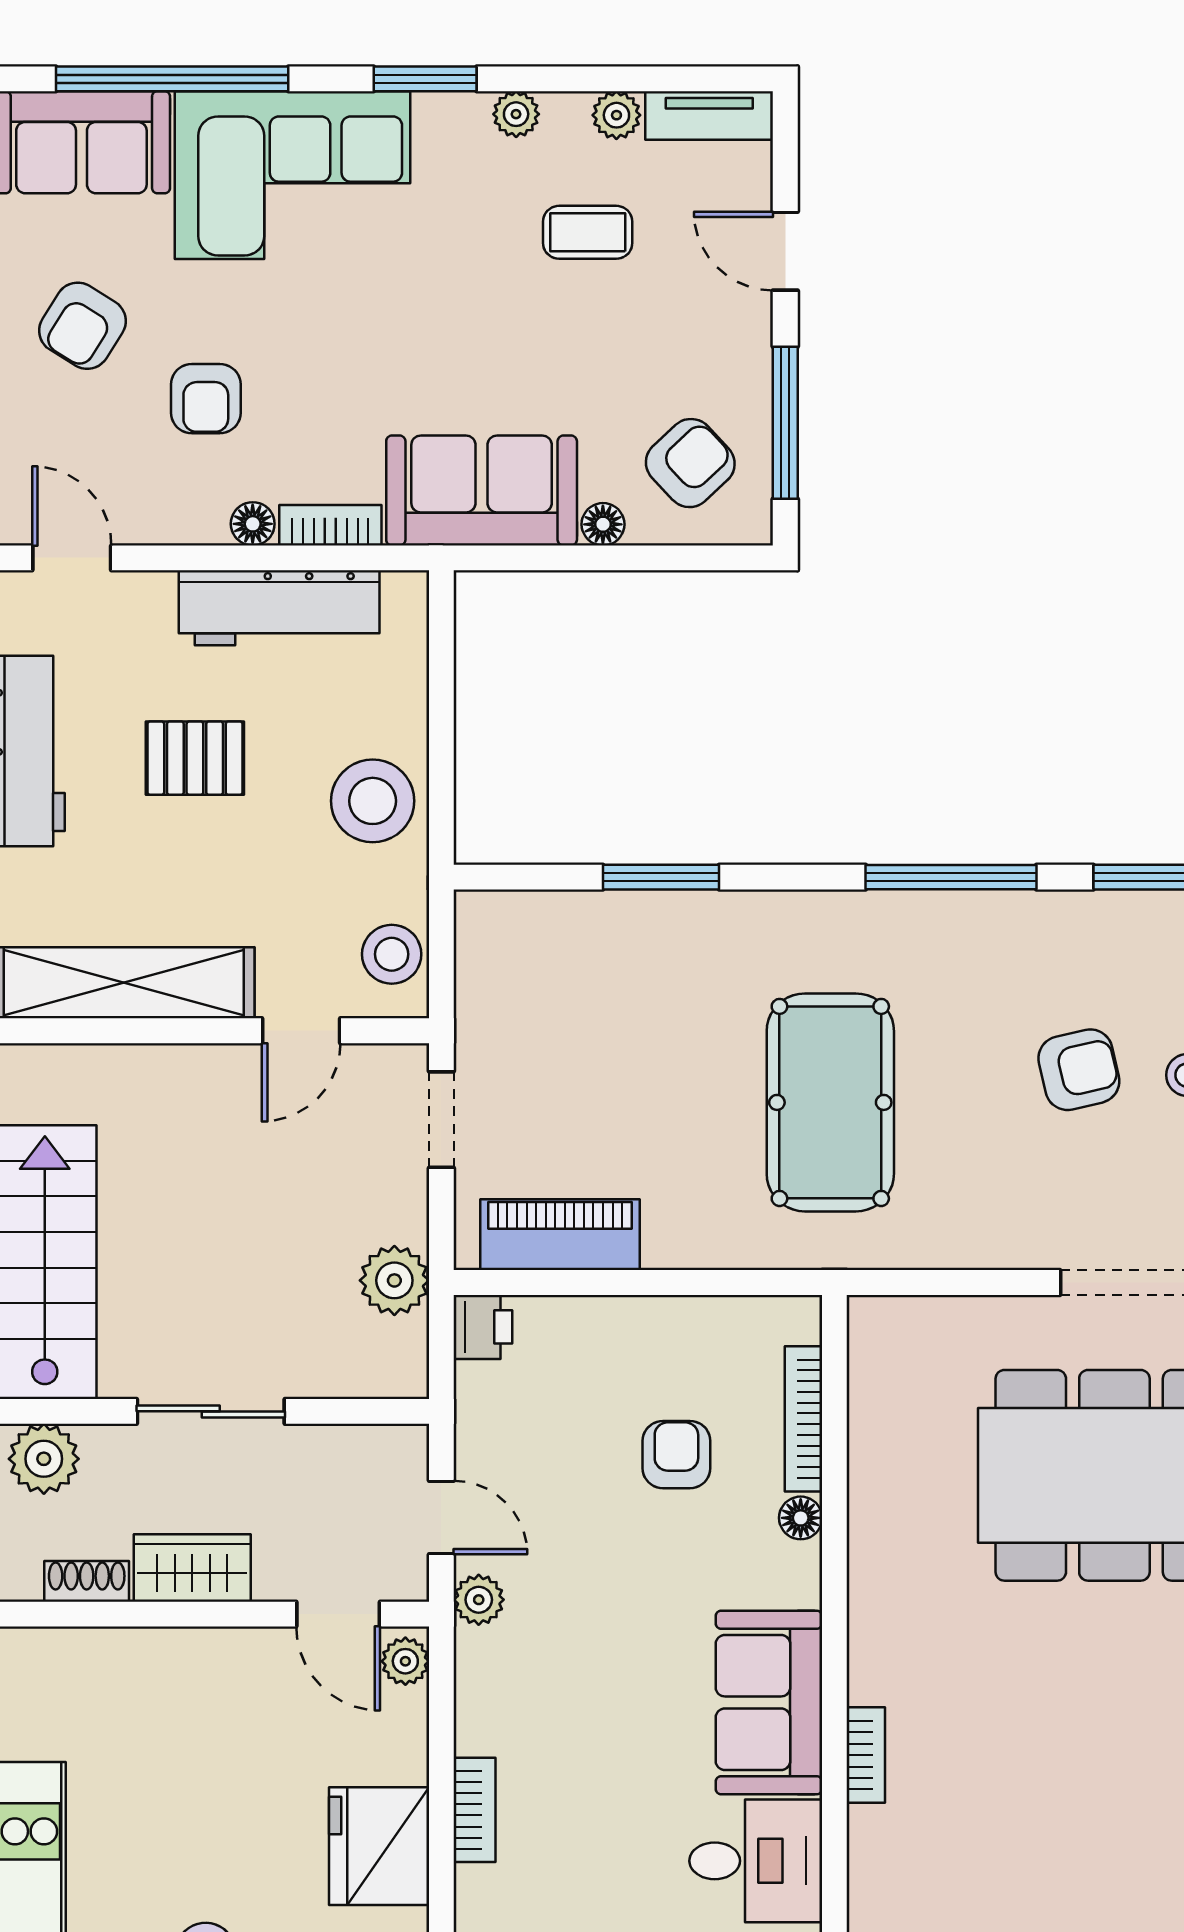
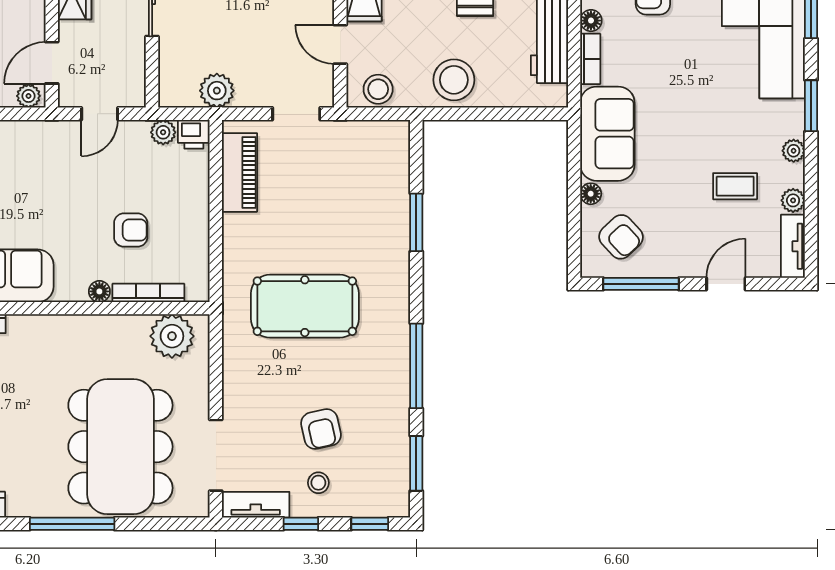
coffee table: (588, 232) -> (735, 186), turned 90
plant: (891, 1371) -> (172, 336), added
plant: (479, 1600) -> (163, 132), moved

